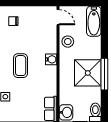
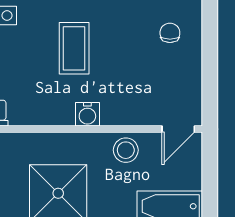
coffee table: (21, 66) -> (74, 48), turned 90

